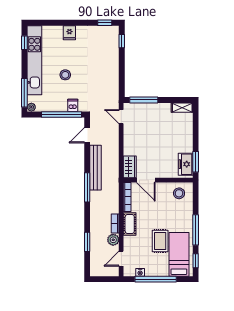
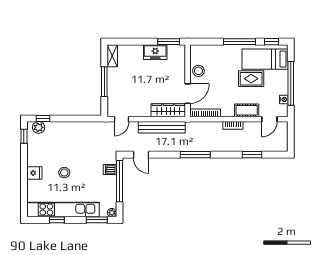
window: (24, 43) -> (57, 220), moved
stool: (65, 75) -> (64, 173), moved
window: (24, 93) -> (97, 220), width x0.69
window: (144, 100) -> (104, 82), moved
freezer: (186, 164) -> (155, 52), moved
wardrobe: (130, 167) -> (168, 110), width x1.50
bench: (95, 168) -> (162, 127), moved
stool: (179, 193) -> (198, 71), moved
cot: (130, 224) -> (247, 110), moved
plant: (113, 240) -> (39, 127), moved
door: (121, 259) -> (269, 119), hinge flipped

